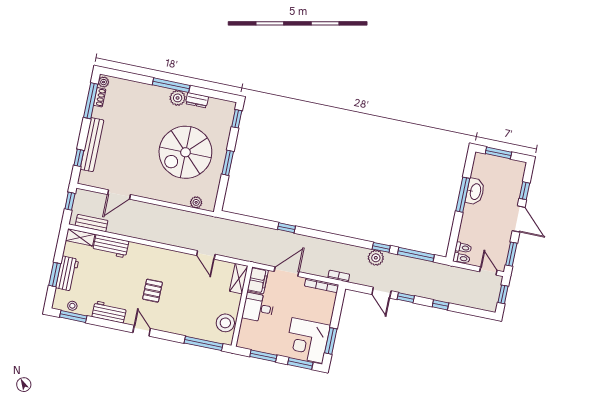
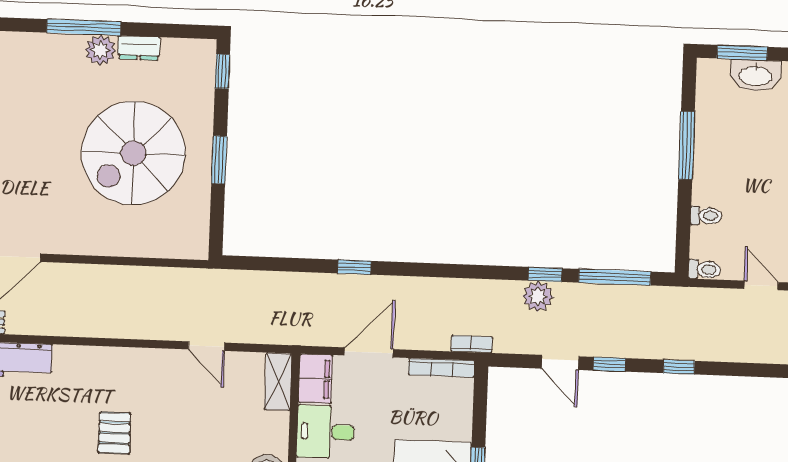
washbasin: (475, 192) -> (756, 75), moved, turned 90
plant: (196, 202) -> (170, 247), removed
toilet: (463, 248) -> (706, 216), moved

